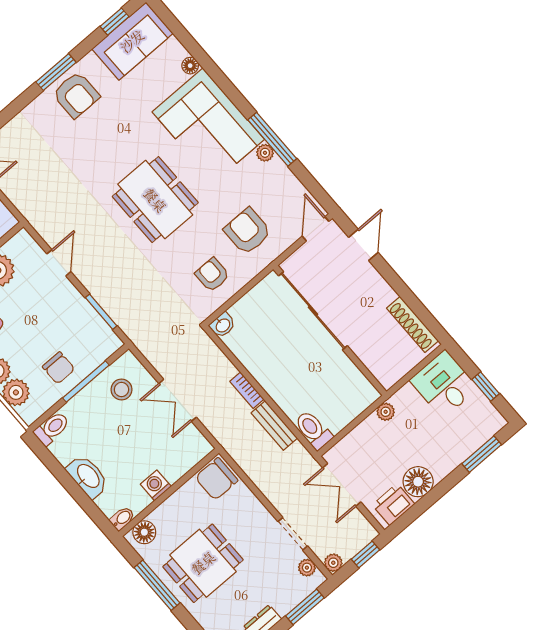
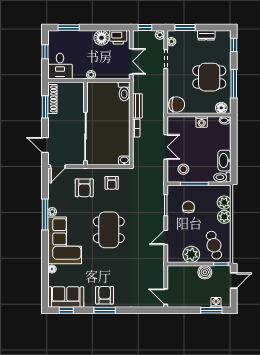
door: (363, 245) -> (45, 145), hinge flipped
window: (413, 303) -> (45, 107), added
chair: (59, 368) -> (188, 207), moved
washbasin: (88, 476) -> (224, 161), moved

